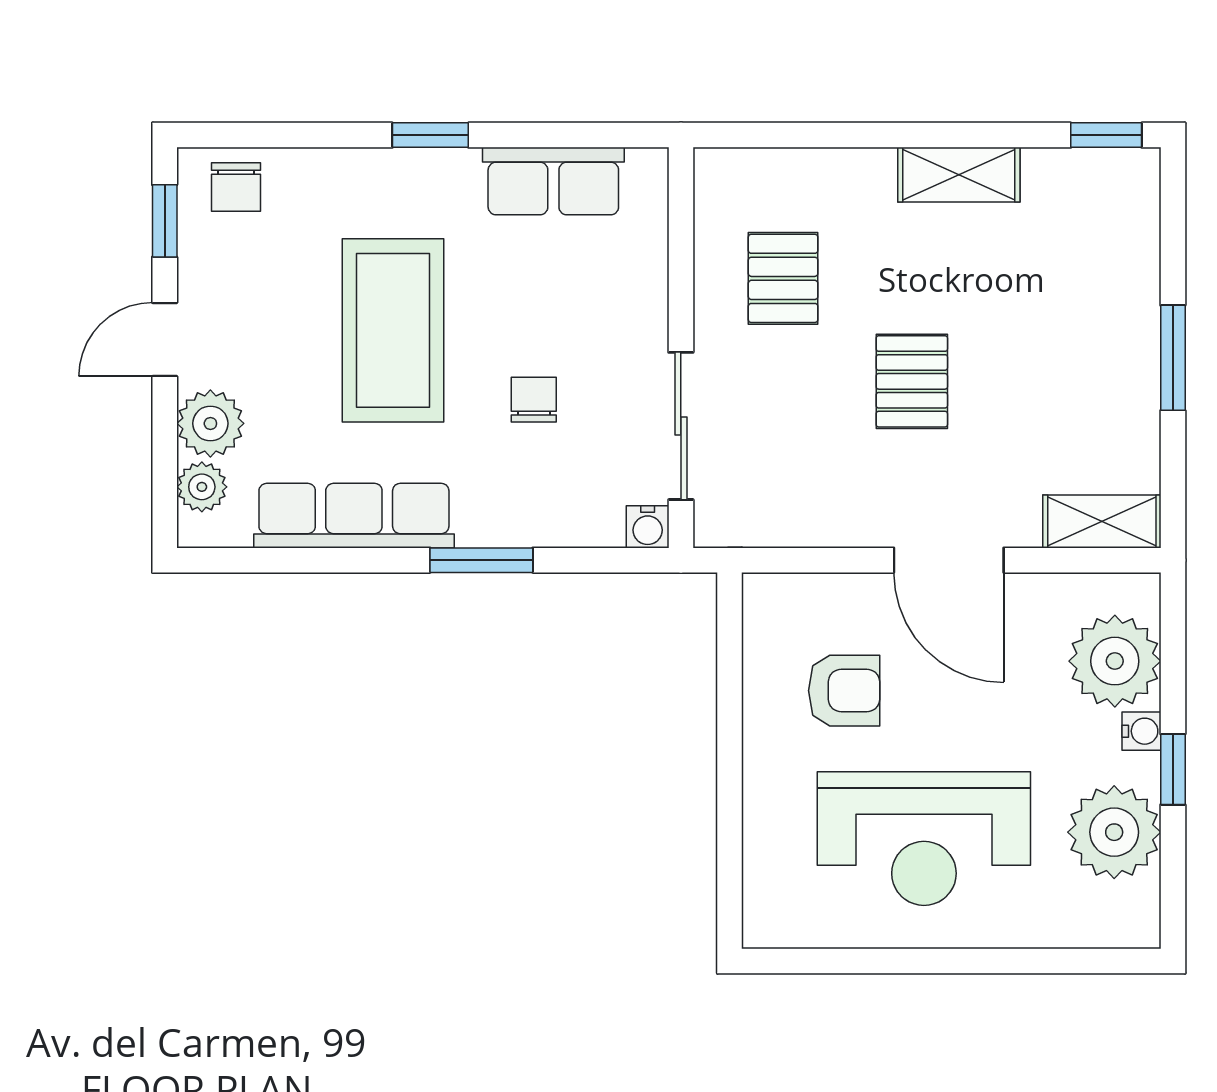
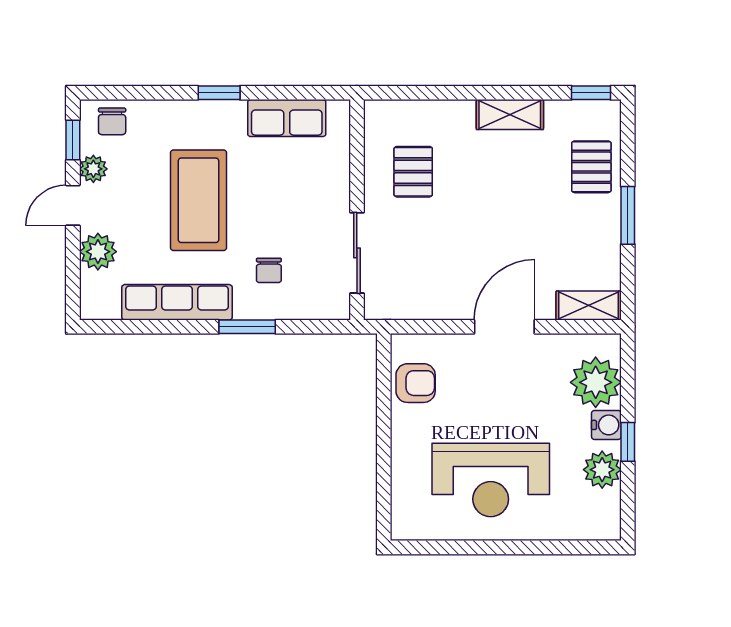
pallet: (912, 381) -> (591, 167), moved
chair: (534, 400) -> (269, 270), moved, turned 180
plant: (202, 487) -> (93, 169), moved
water cooler: (648, 527) -> (339, 308), removed
door: (949, 560) -> (504, 327), swing flipped
armchair: (844, 691) -> (416, 383), moved
water cooler: (1141, 731) -> (606, 425), width x1.38, depth x1.38
plant: (1114, 832) -> (602, 470), width x0.73, depth x0.73

